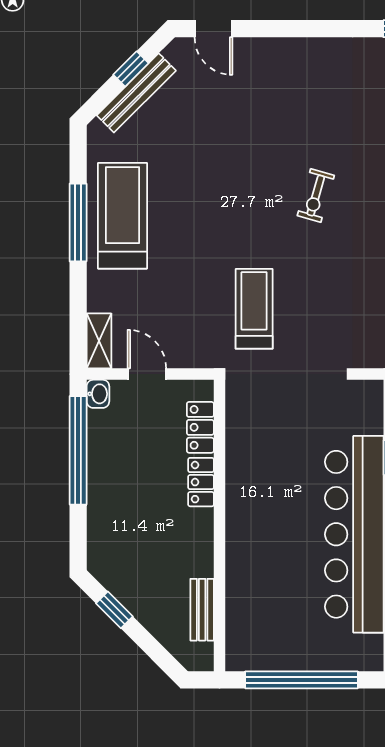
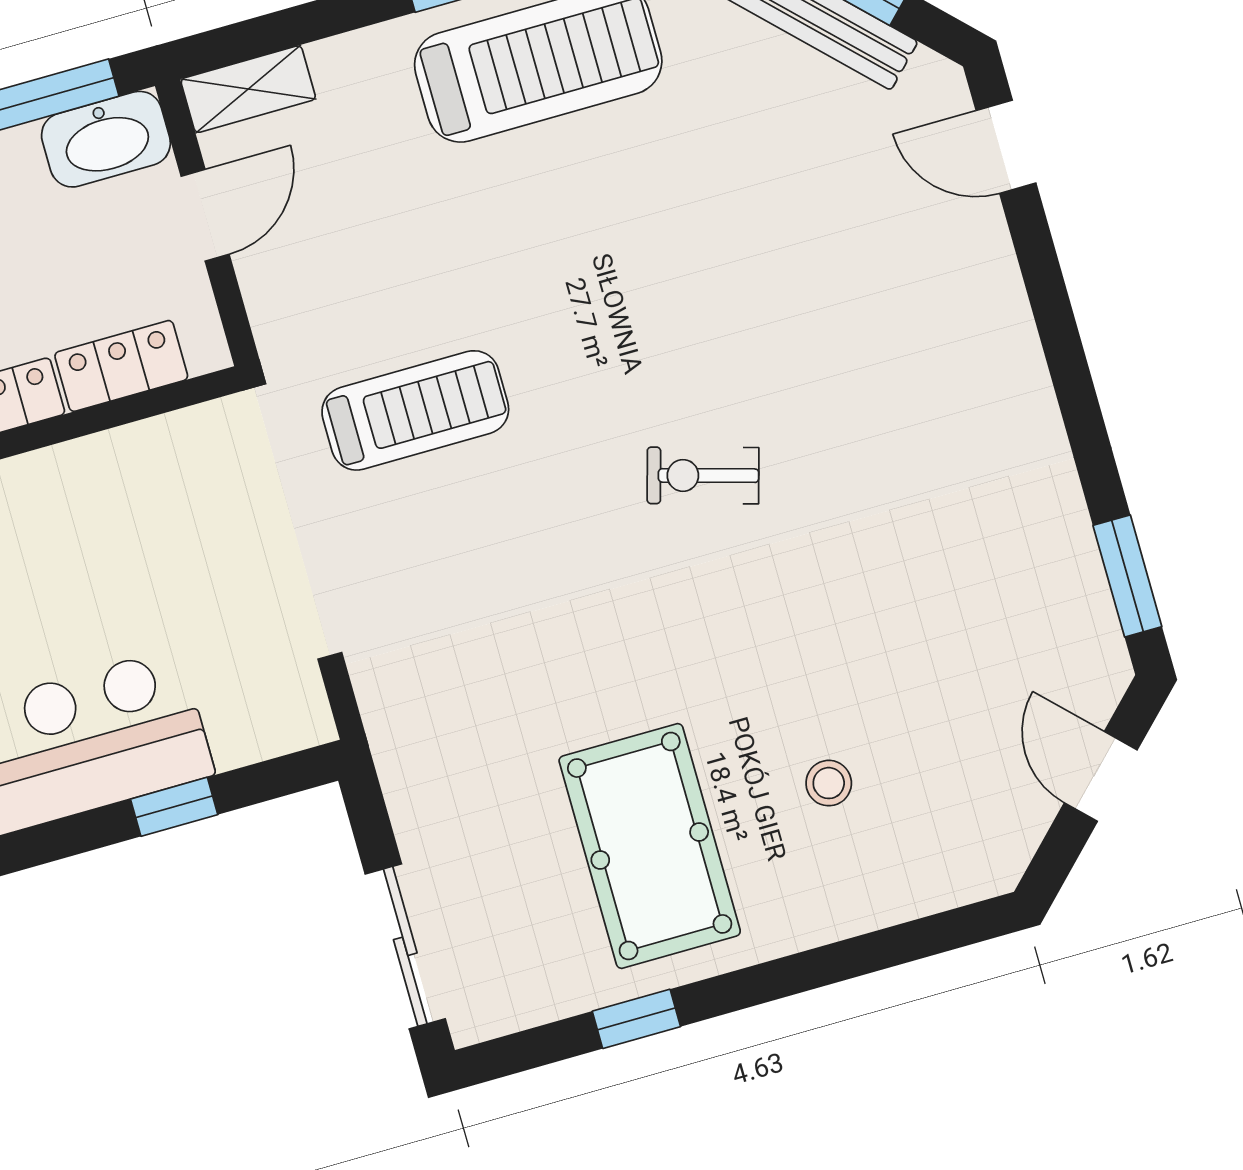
door: (213, 29) -> (1006, 147), hinge flipped
washbasin: (98, 394) -> (106, 139), width x1.91, depth x1.45

